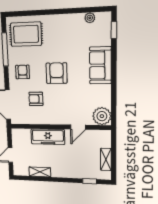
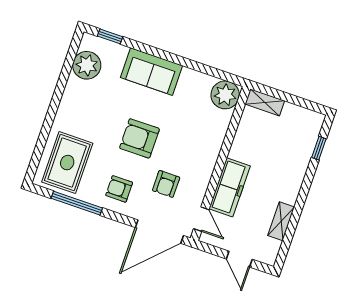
plant: (90, 18) -> (87, 65), width x1.88, depth x1.88
door: (78, 127) -> (201, 219), moved
shelving: (106, 159) -> (265, 102), moved

